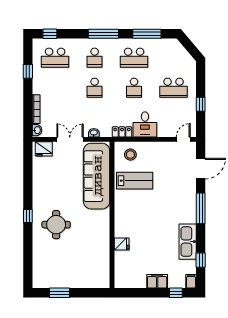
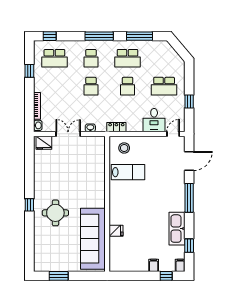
desk: (145, 124) -> (154, 120), moved
sofa: (97, 176) -> (93, 239), moved
filing cabinet: (157, 281) -> (154, 265), width x0.50

